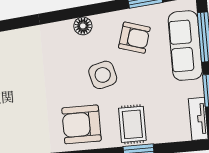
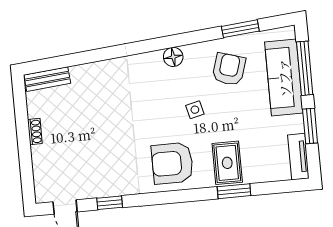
armchair: (134, 38) -> (229, 69), turned -90
side table: (103, 75) -> (195, 110), width x0.54, depth x0.54

